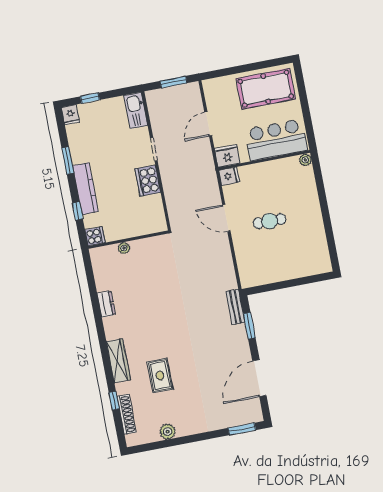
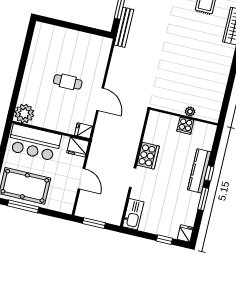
window: (258, 66) -> (23, 206), added
door: (208, 124) -> (82, 179), hinge flipped
plant: (305, 160) -> (24, 114), width x1.88, depth x1.88
window: (78, 211) -> (209, 173), moved
cooker: (95, 236) -> (185, 126), moved, turned -90
dresser: (106, 304) -> (223, 74), removed
bench: (235, 307) -> (124, 27), width x1.36

